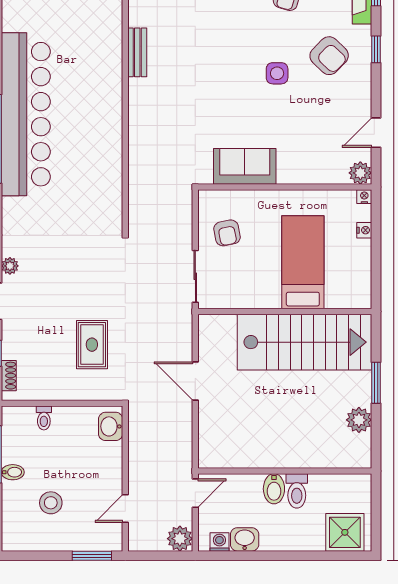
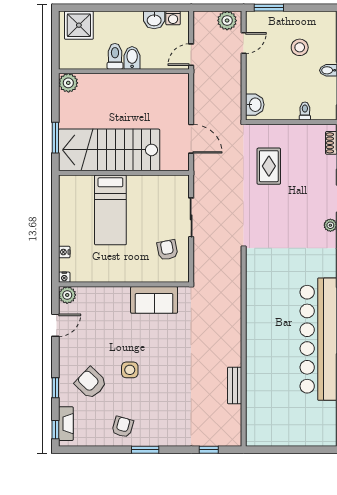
bed: (303, 262) -> (110, 210), moved
wall: (285, 311) -> (124, 173), moved
stairs: (305, 342) -> (109, 150), moved
plant: (359, 420) -> (68, 83), moved
plant: (180, 539) -> (227, 21), moved

